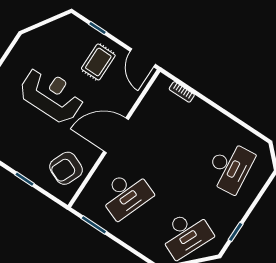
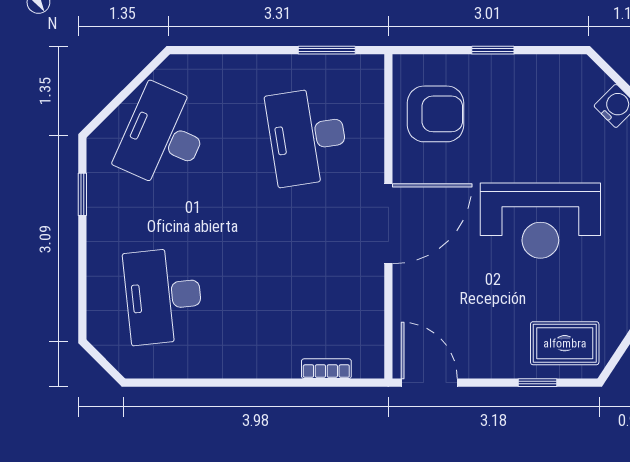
rug: (98, 62) -> (565, 343), moved, turned 90
armchair: (66, 168) -> (436, 114), turned 67
desk: (126, 194) -> (307, 137), turned -30

